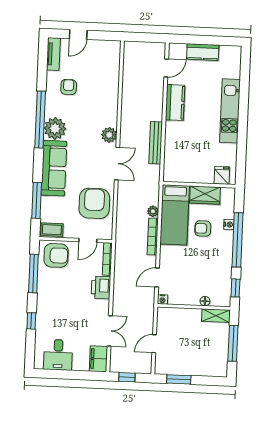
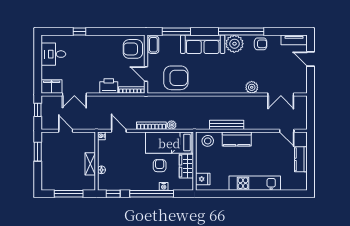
armchair: (69, 87) -> (261, 44), moved
kitchen counter: (175, 102) -> (237, 139), moved
plant: (109, 135) -> (252, 87), moved
double door: (117, 164) -> (281, 95), moved
stool: (175, 167) -> (208, 141), added
armchair: (56, 255) -> (133, 49), turned 90
window: (33, 273) -> (118, 31), removed
shelving: (216, 316) -> (90, 164), moved

